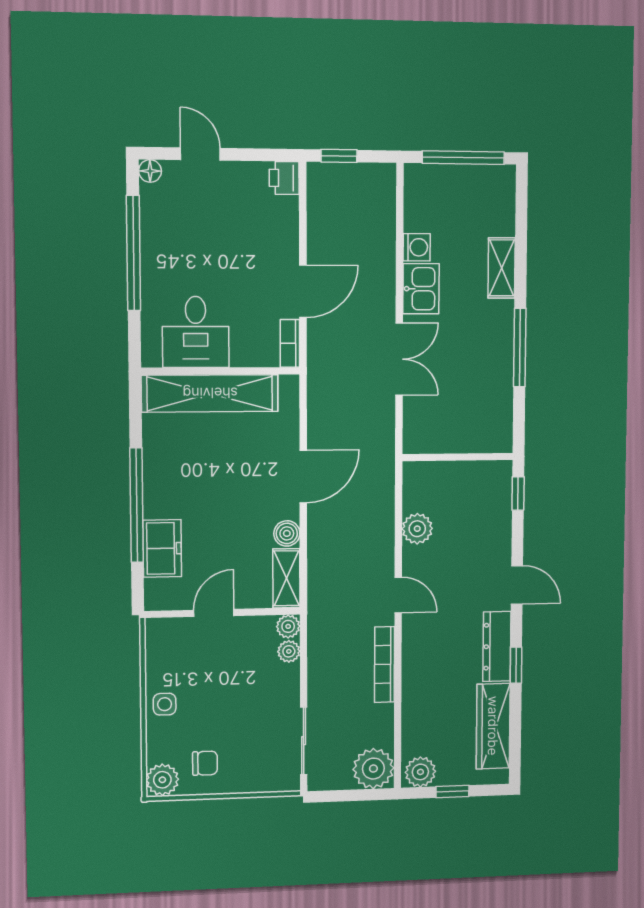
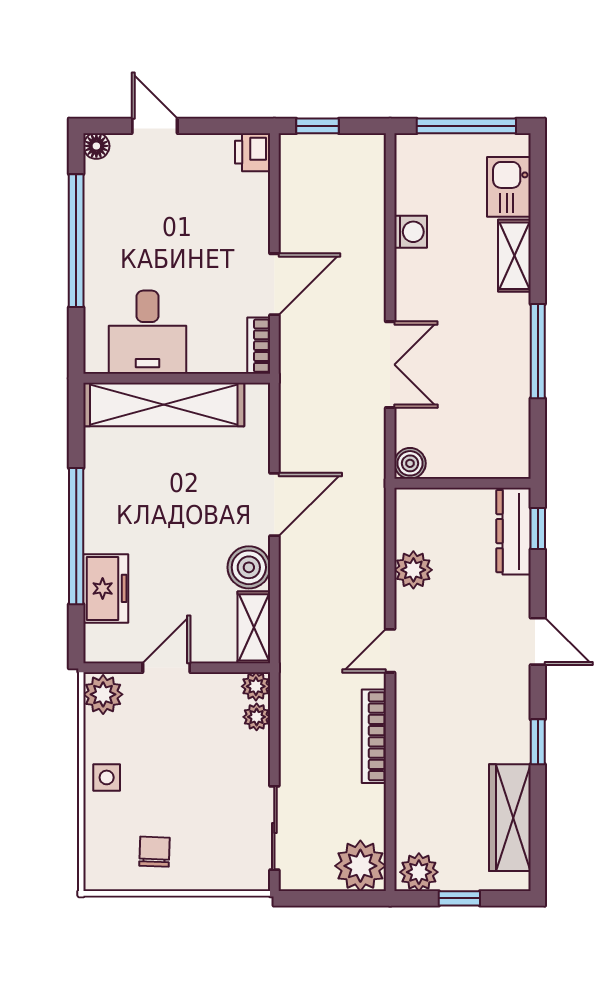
kitchen sink: (421, 289) -> (509, 187), moved, turned 180
boiler: (415, 441) -> (410, 463), added
boiler: (287, 533) -> (249, 567), width x1.36, depth x1.36
door: (398, 595) -> (390, 651), swing flipped
dresser: (497, 646) -> (513, 531), moved
chair: (205, 763) -> (154, 852), turned -88
plant: (162, 780) -> (103, 694), moved

